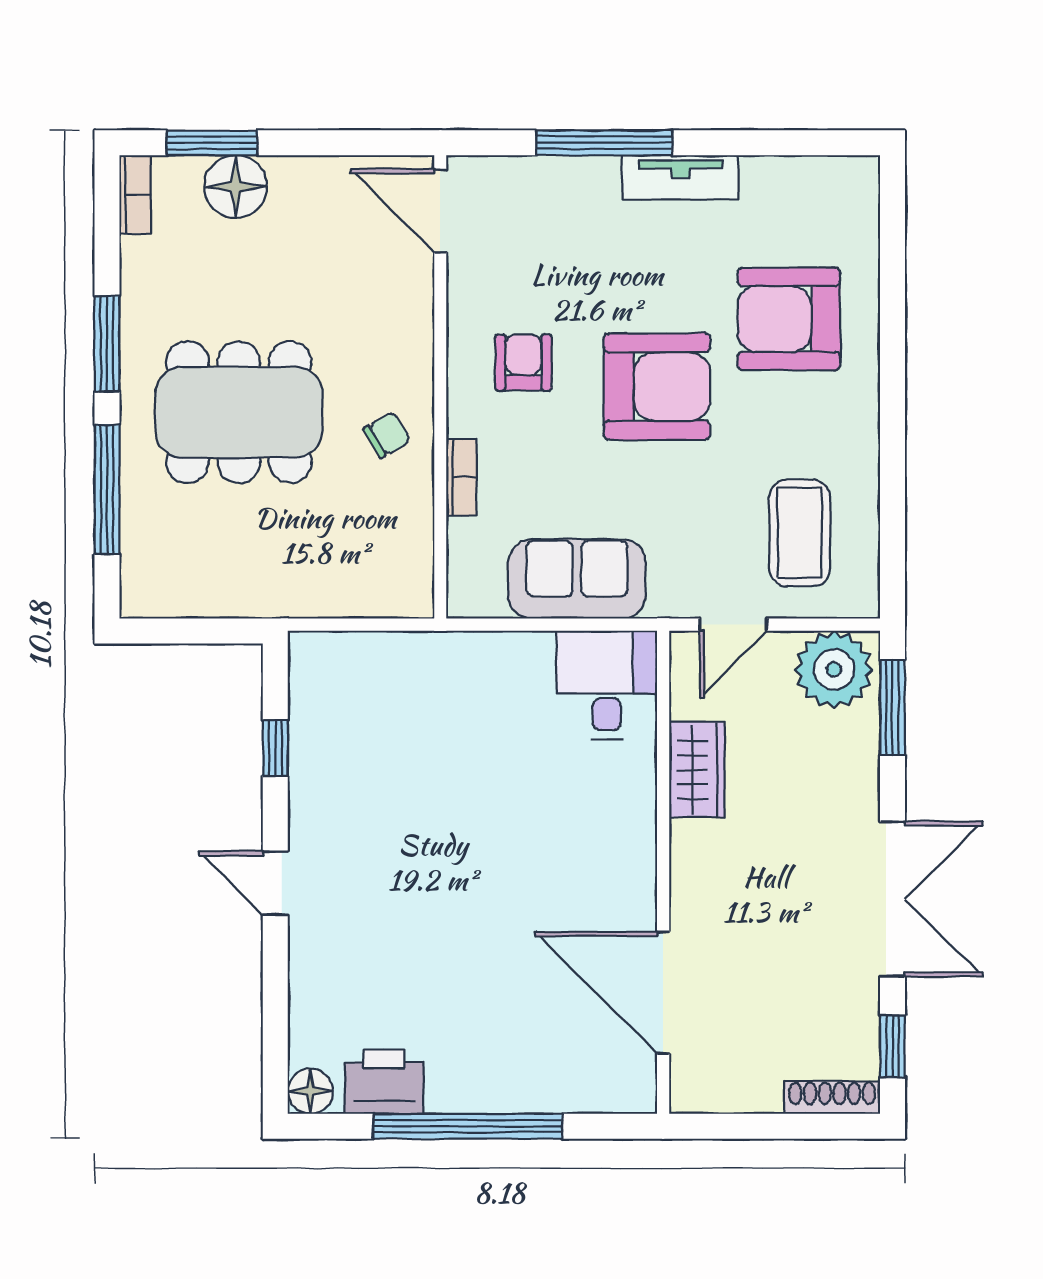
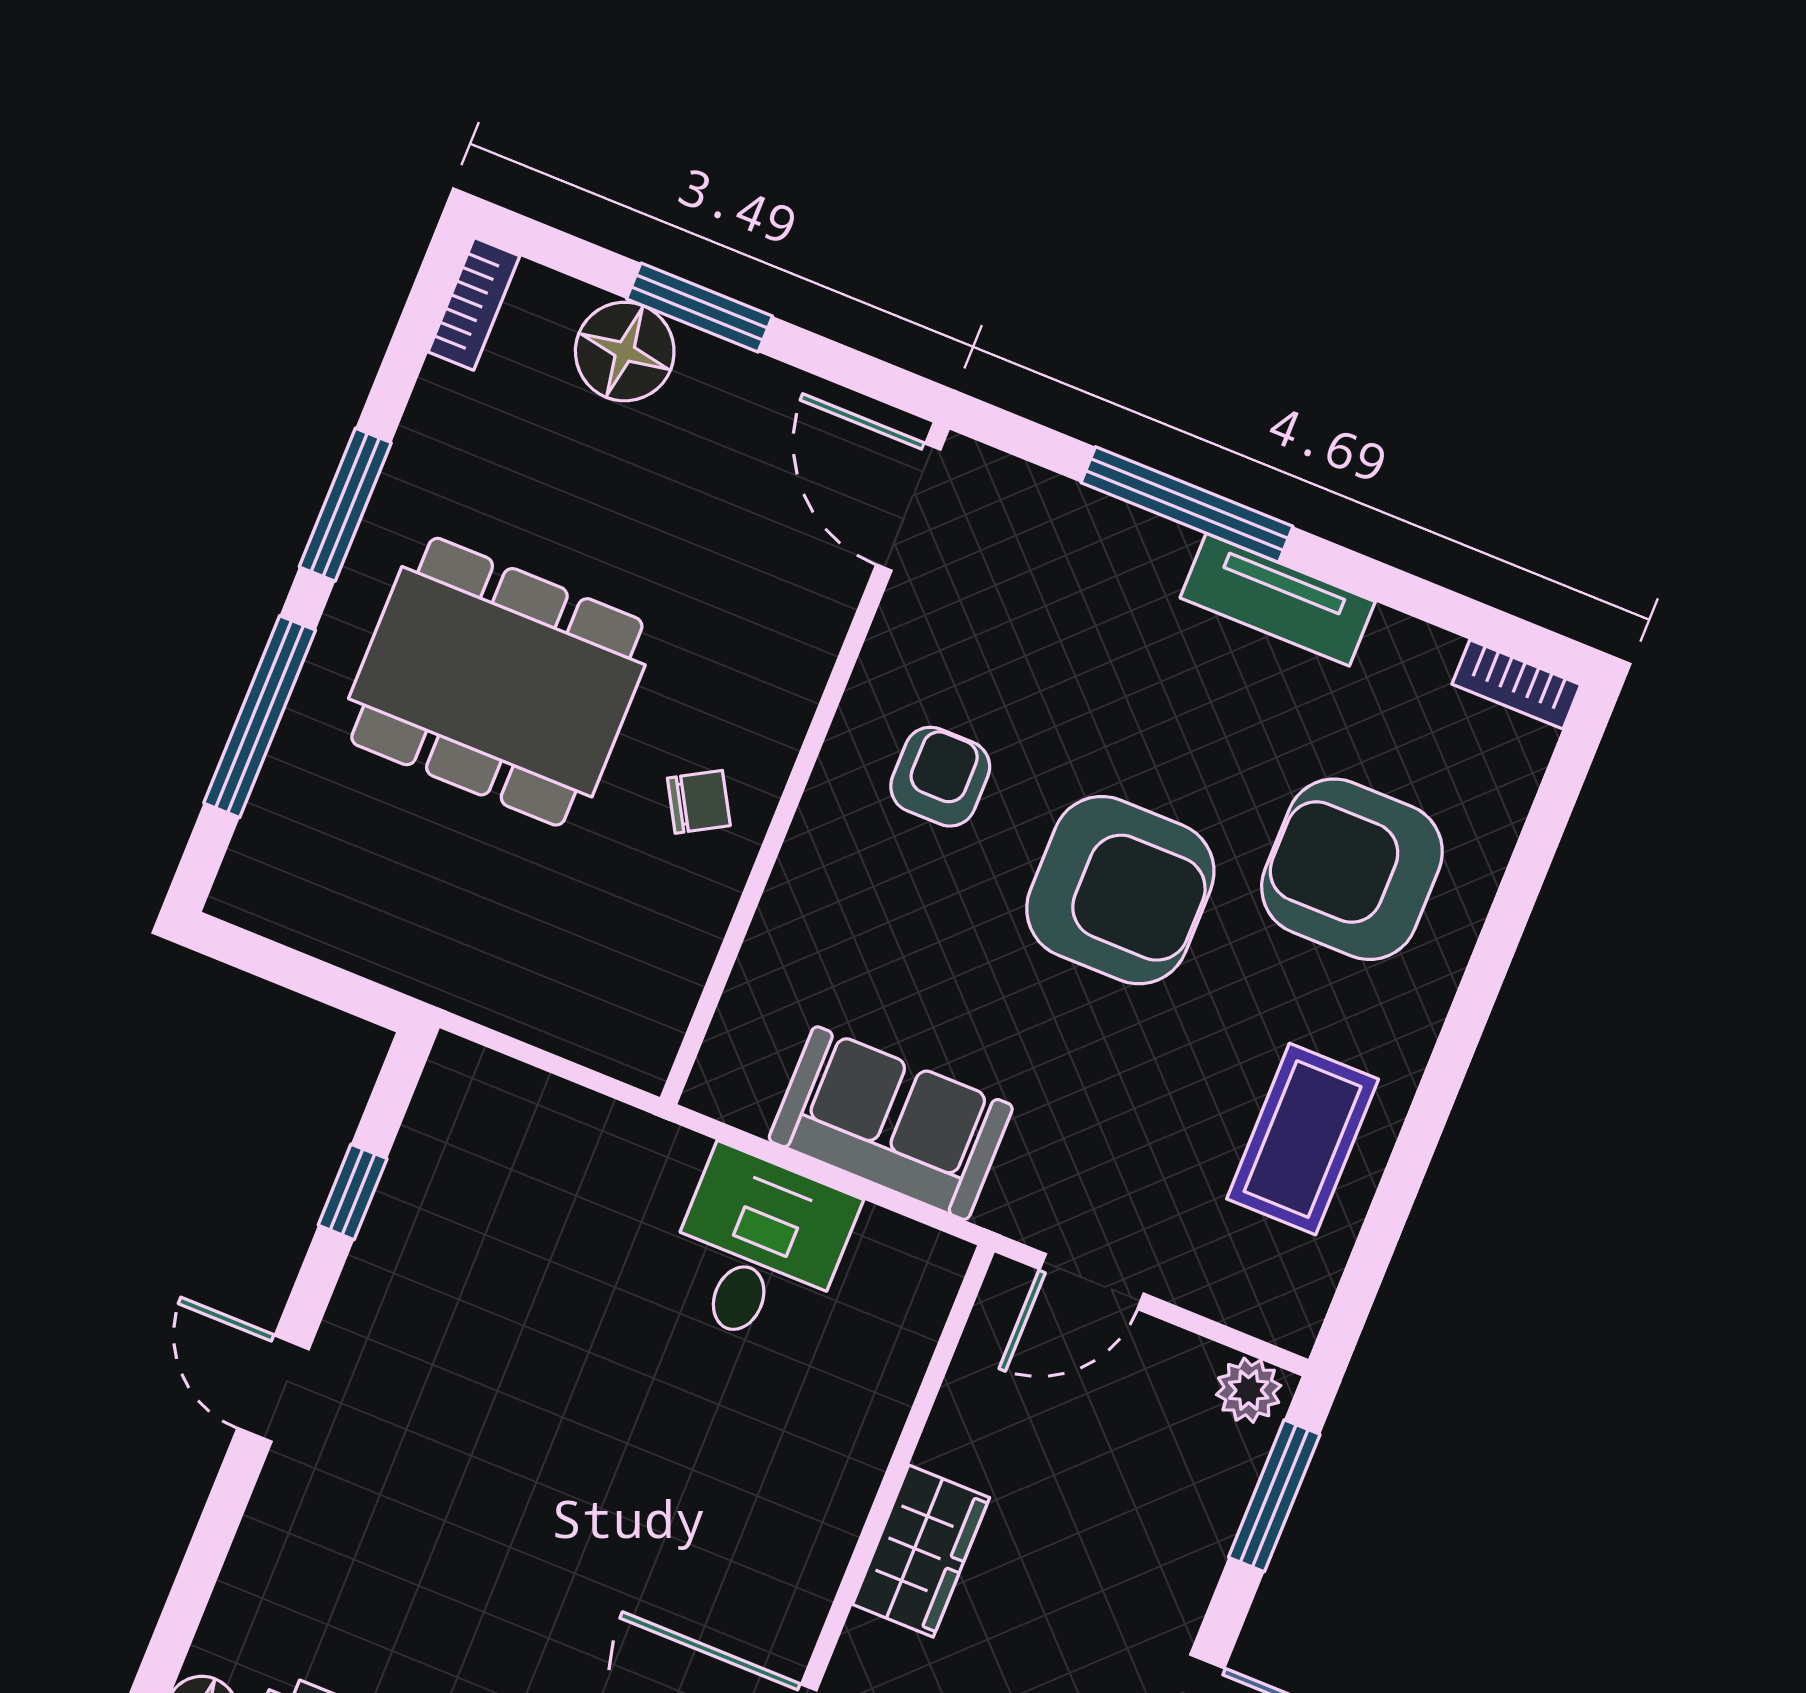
window: (212, 143) -> (700, 308), moved
bookcase: (462, 477) -> (1516, 684), moved, turned 90
coffee table: (800, 533) -> (1303, 1139), moved
plant: (834, 669) -> (1249, 1390), width x0.53, depth x0.53
desk: (607, 685) -> (758, 1249), moved
wardrobe: (697, 770) -> (921, 1551), moved

